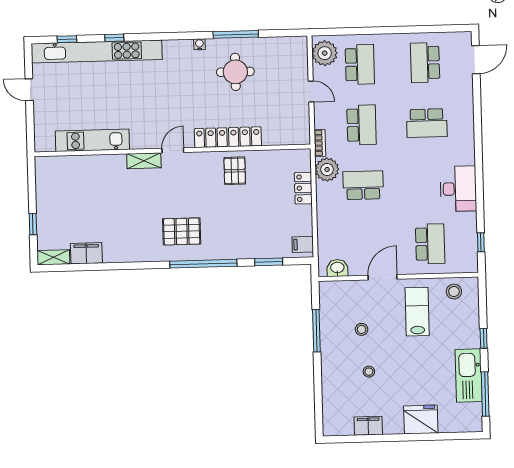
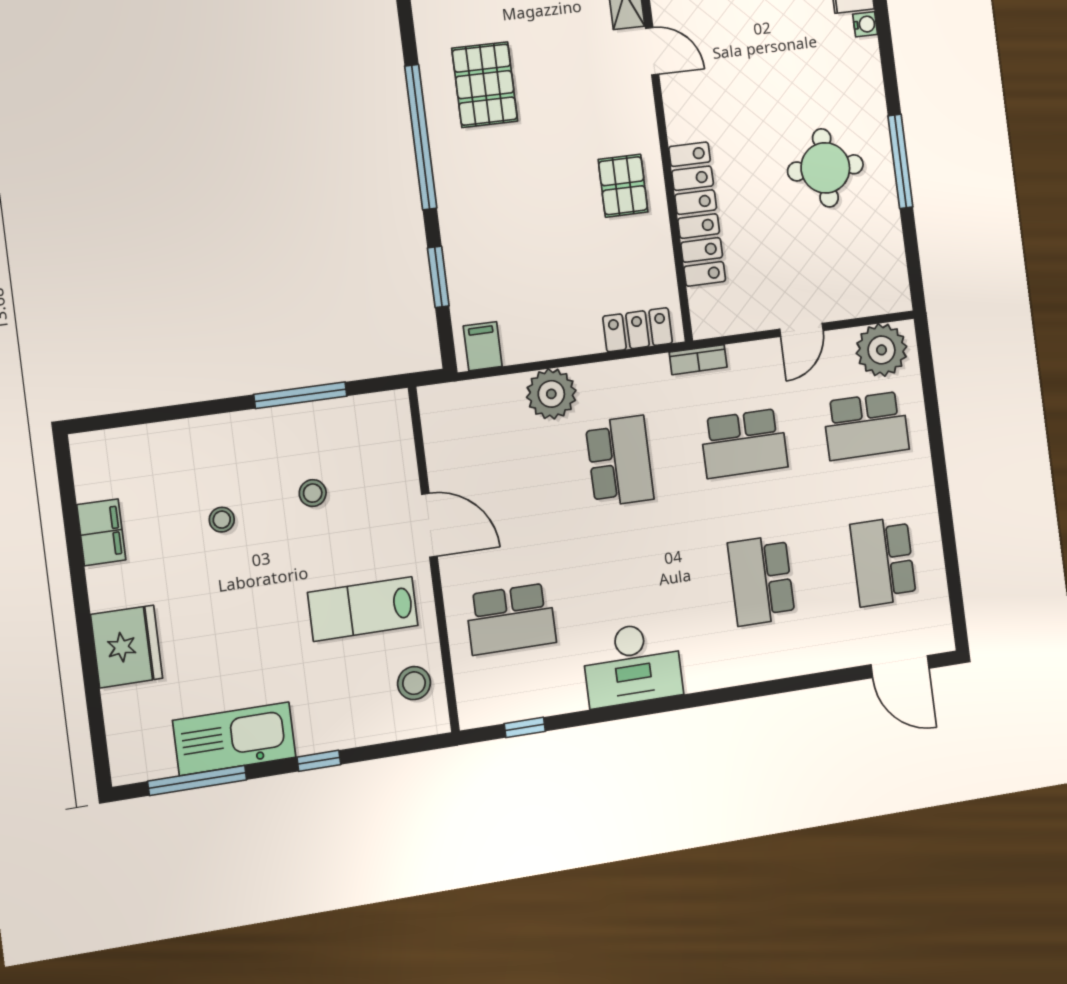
water cooler: (199, 44) -> (865, 24), moved
school desk: (425, 63) -> (883, 561), turned -90
locker: (228, 137) -> (697, 214), moved
plant: (327, 169) -> (551, 394), moved
pallet: (235, 171) -> (623, 186), turned 90
locker: (303, 188) -> (638, 330), moved
washbasin: (337, 268) -> (440, 426), removed
lab bench: (417, 312) -> (363, 609), turned 180

